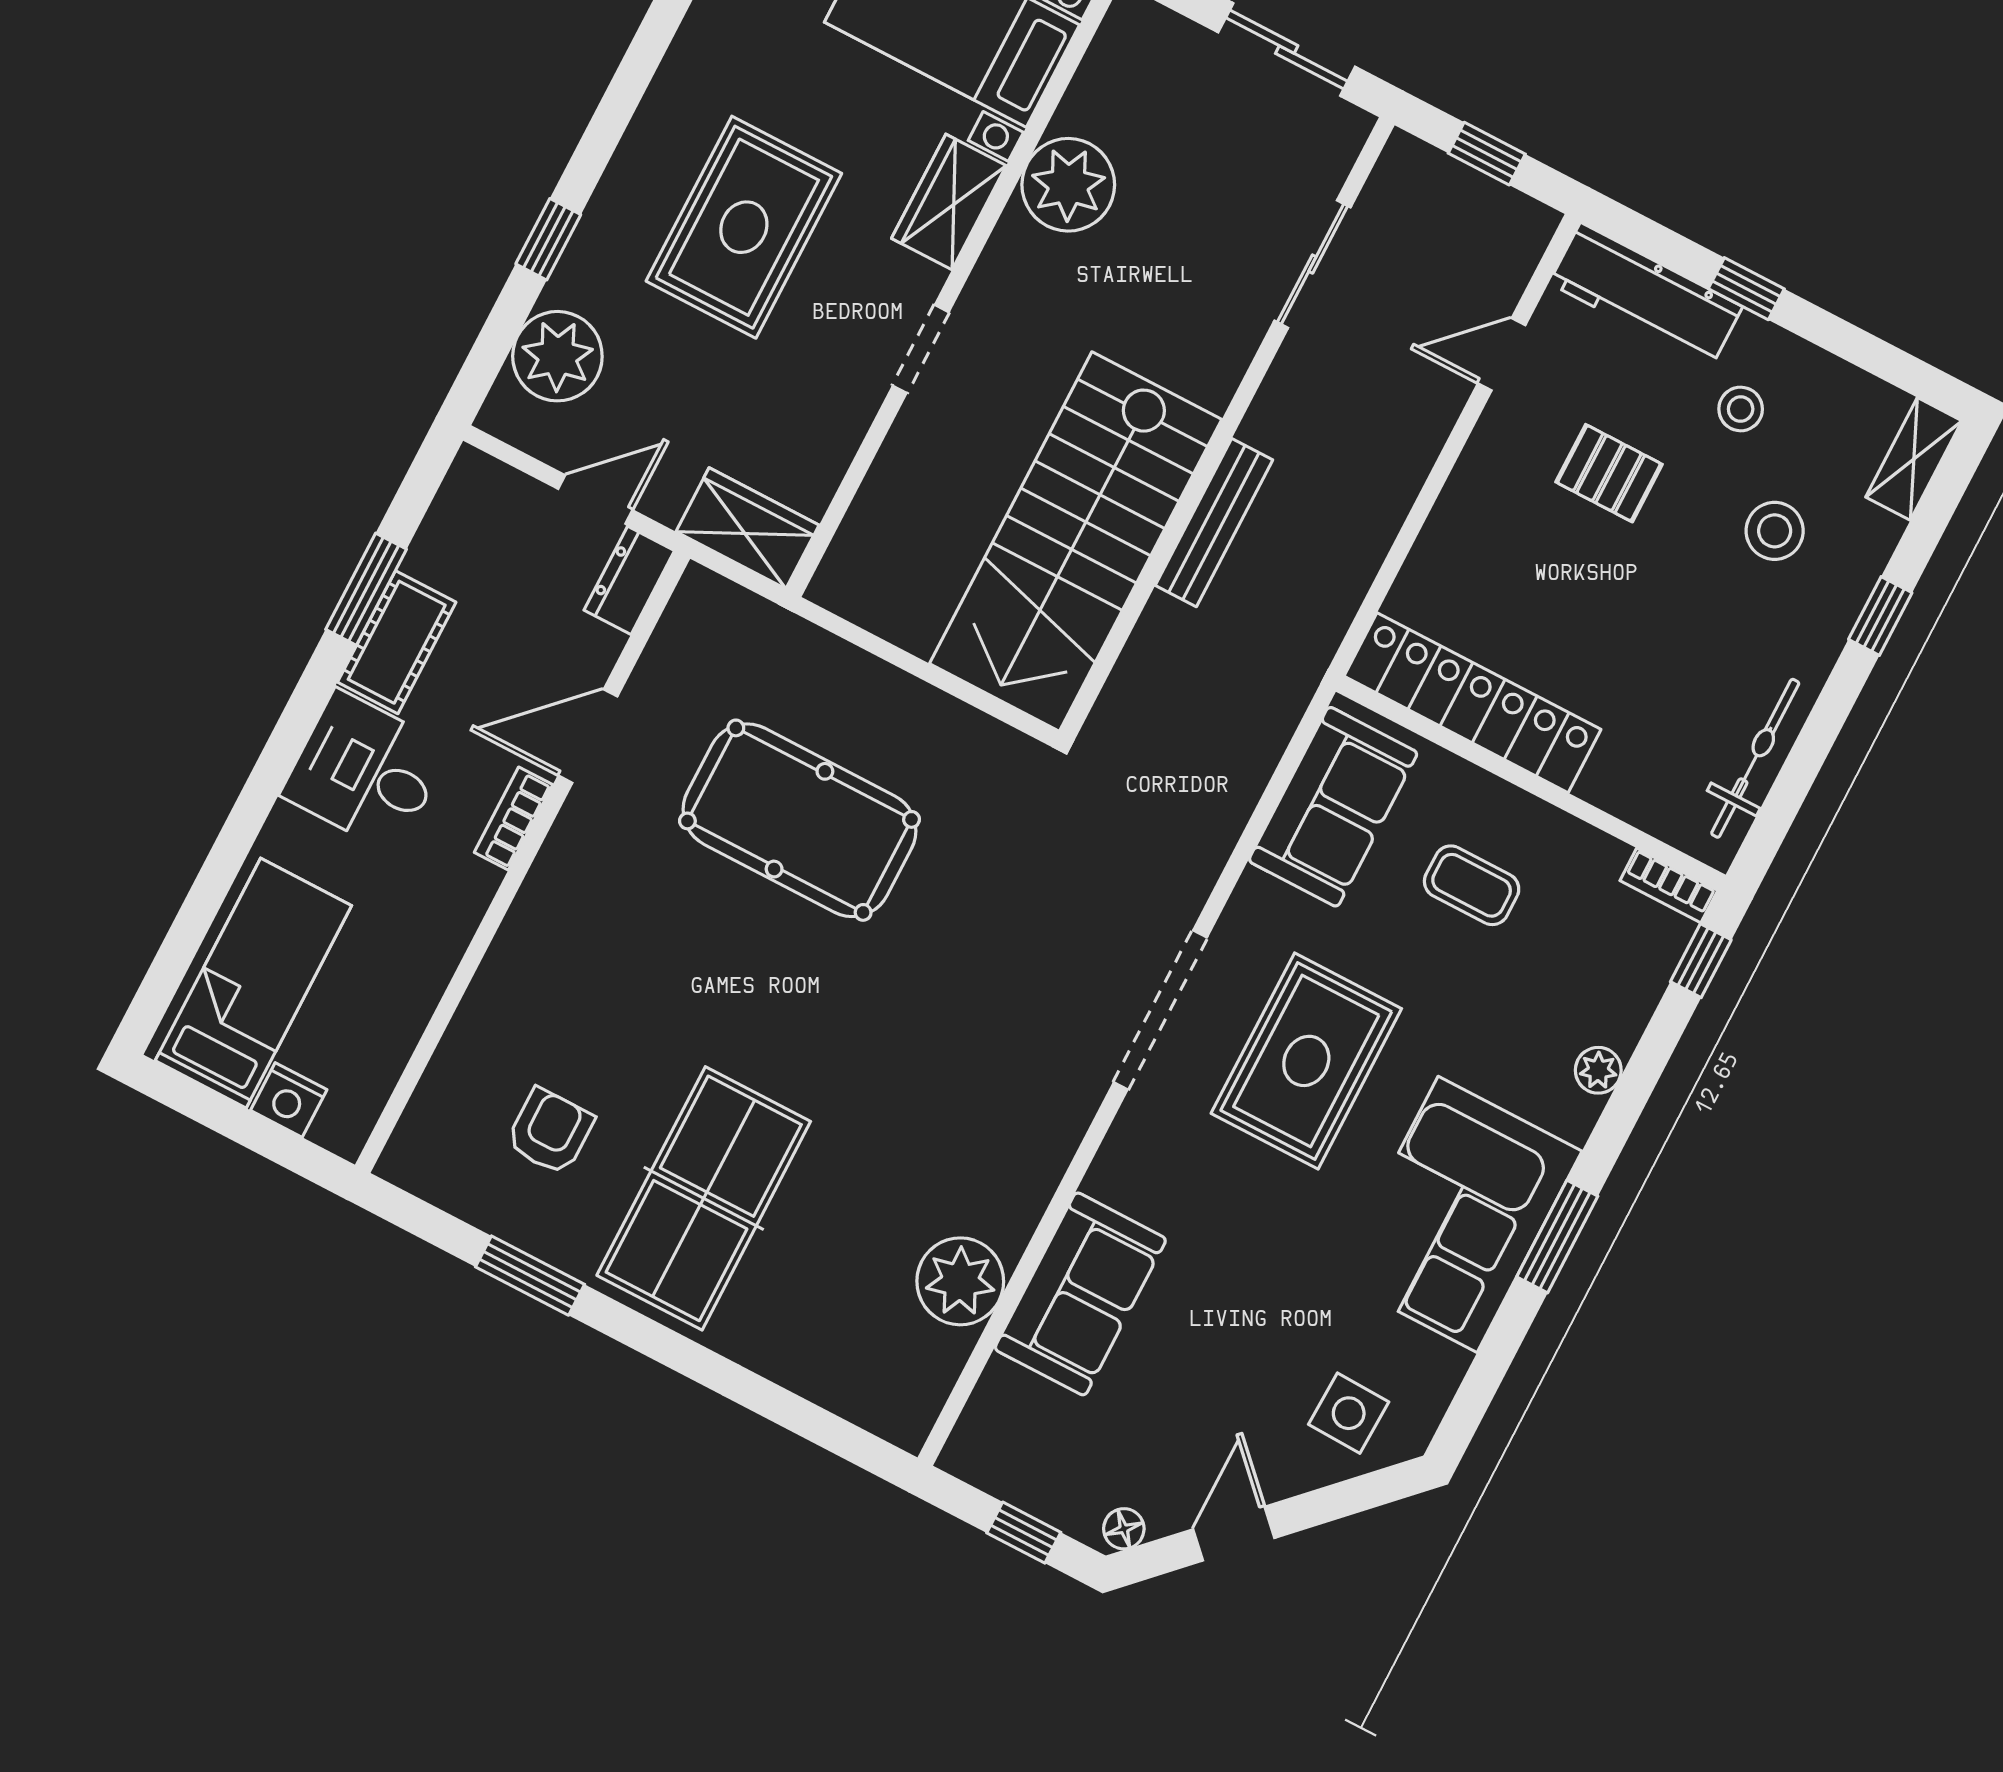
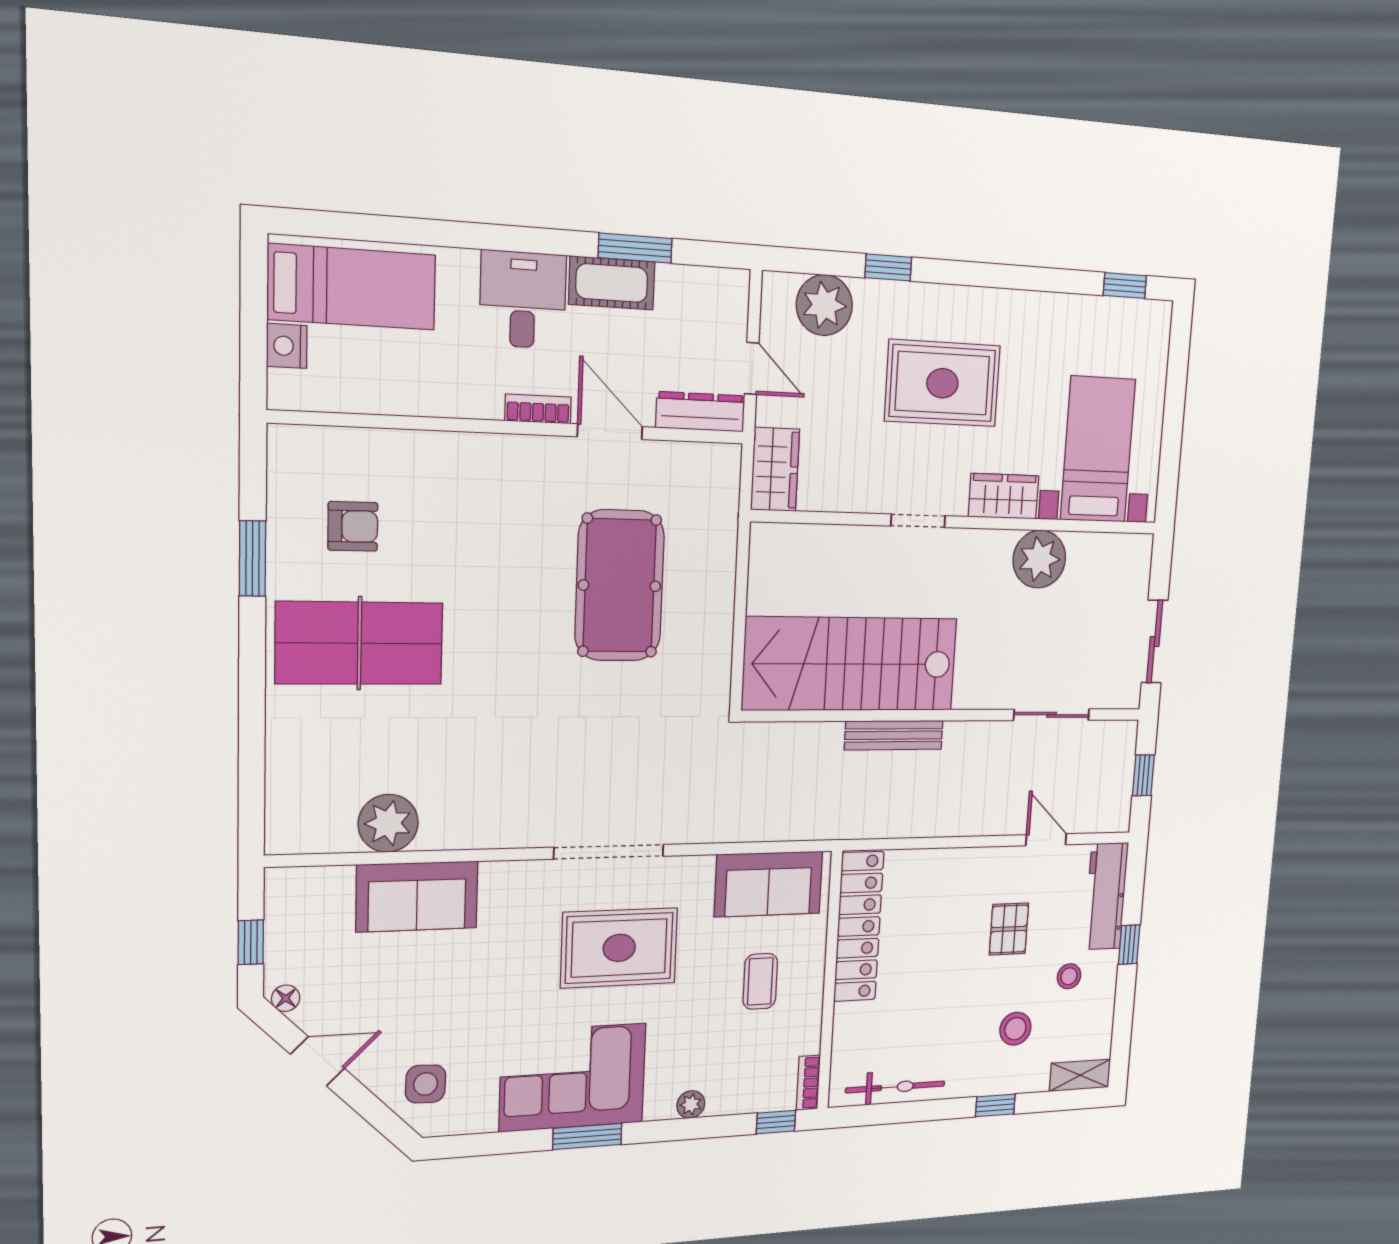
dresser: (629, 580) -> (700, 412), width x1.44

